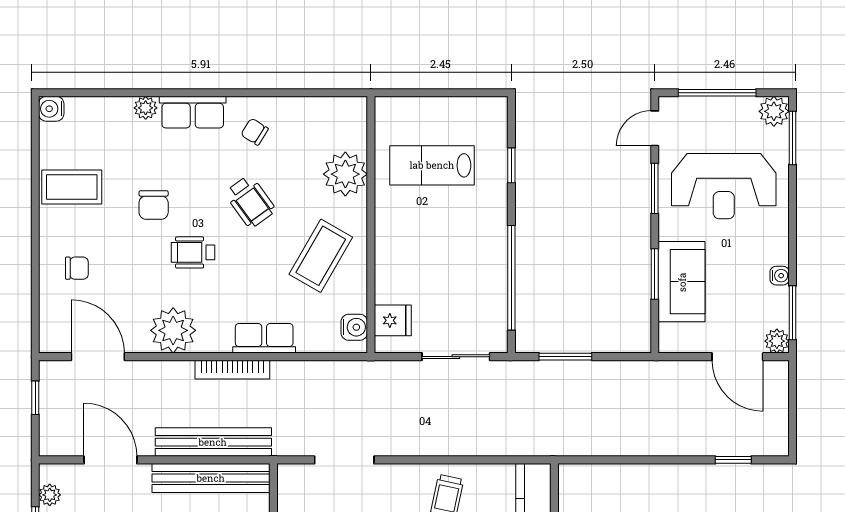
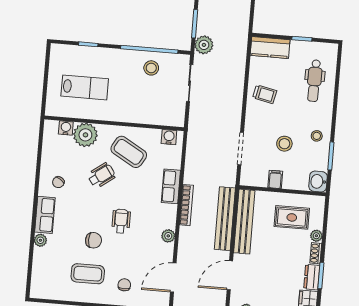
water cooler: (51, 109) -> (66, 128), moved, turned 180
lab bench: (432, 165) -> (85, 87), turned -90
coffee table: (72, 187) -> (88, 274), moved, turned 90
wheelchair: (250, 202) -> (101, 175), moved
wheelchair: (193, 252) -> (121, 221), turned 180
stool: (478, 284) -> (151, 68), added
fridge: (393, 320) -> (167, 116), removed
plant: (173, 330) -> (168, 236), width x0.53, depth x0.53
plant: (528, 377) -> (204, 45), added

